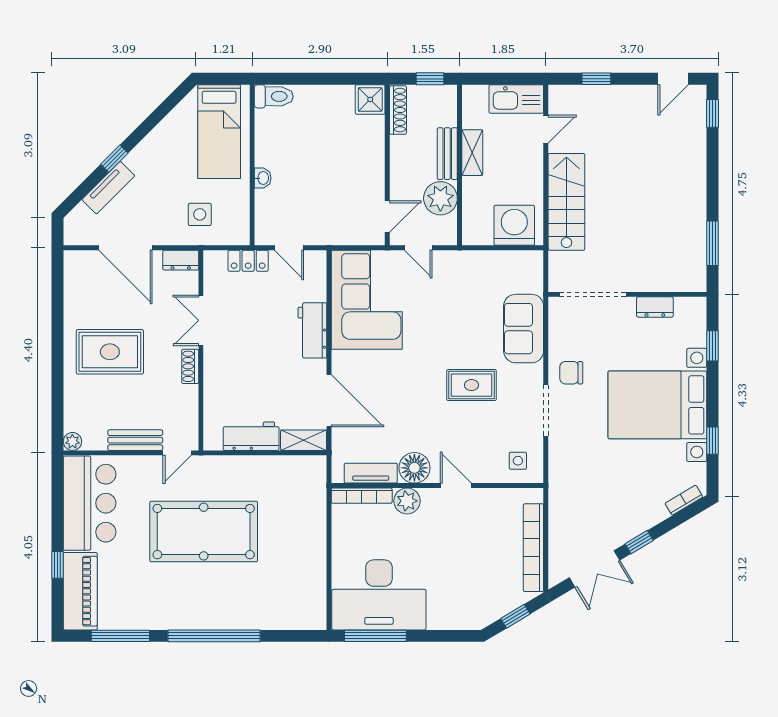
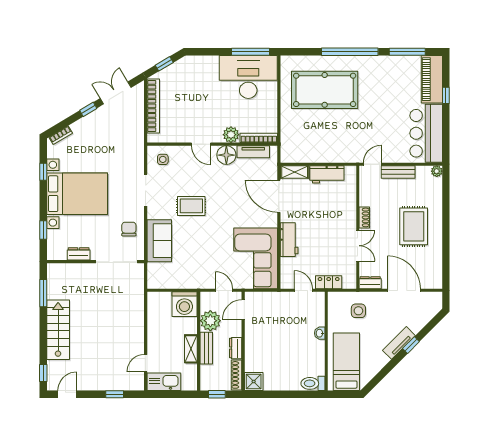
dresser: (399, 154) -> (236, 348), added
tv unit: (108, 188) -> (399, 343), moved
stairs: (566, 202) -> (58, 330), moved, turned 180
washing machine: (514, 225) -> (184, 304), moved
rug: (110, 352) -> (414, 226), turned 90
chair: (571, 373) -> (129, 229), moved, turned -90
pool table: (204, 532) -> (325, 90), moved

